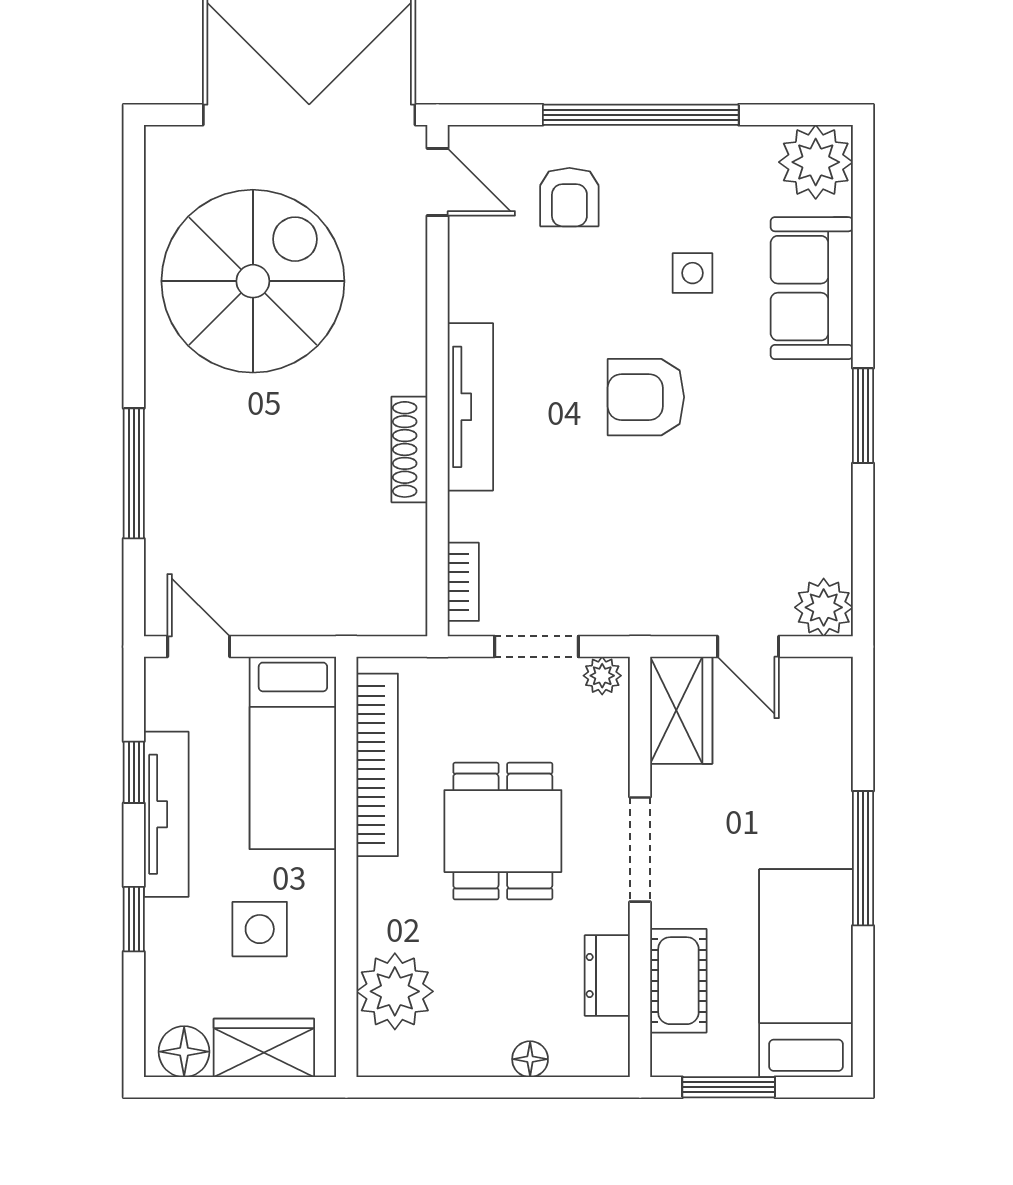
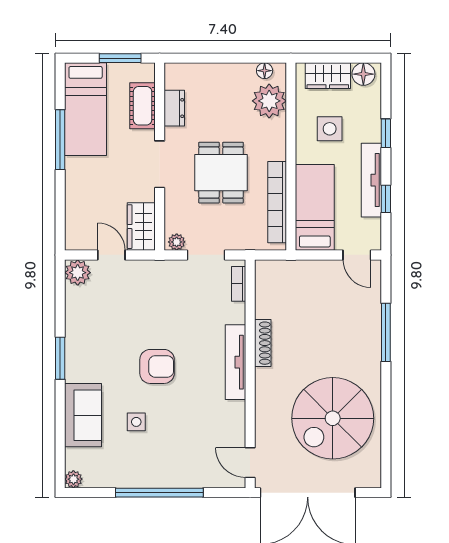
plant: (816, 162) -> (73, 479), width x0.53, depth x0.53
armchair: (569, 197) -> (191, 456), removed
window: (863, 858) -> (60, 140), moved
floor lamp: (530, 1059) -> (265, 71), moved

